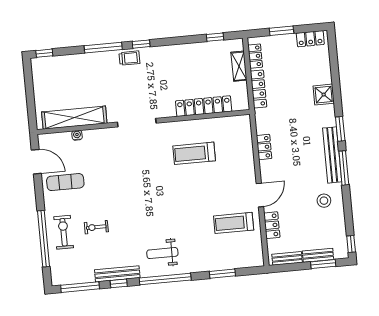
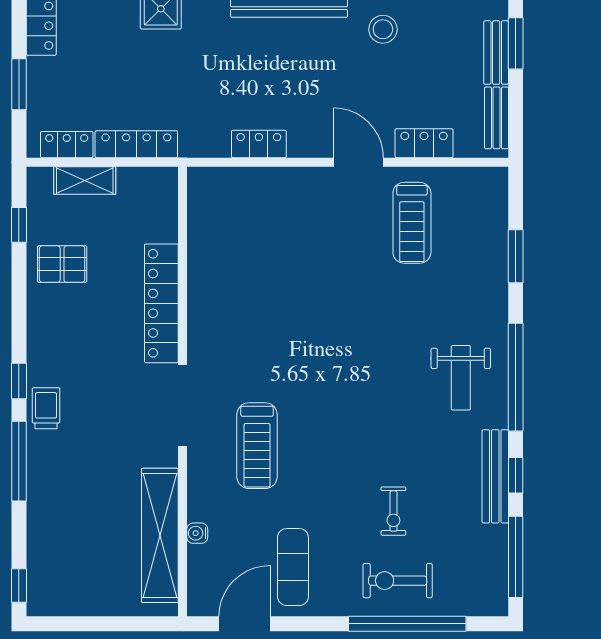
pallet: (198, 59) -> (62, 264), added
locker: (204, 106) -> (161, 303), moved
treadmill: (194, 153) -> (257, 446), moved

